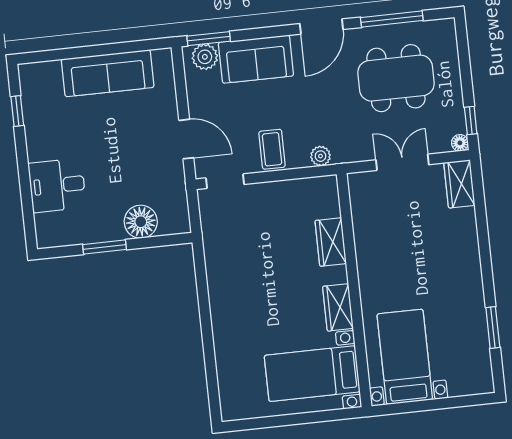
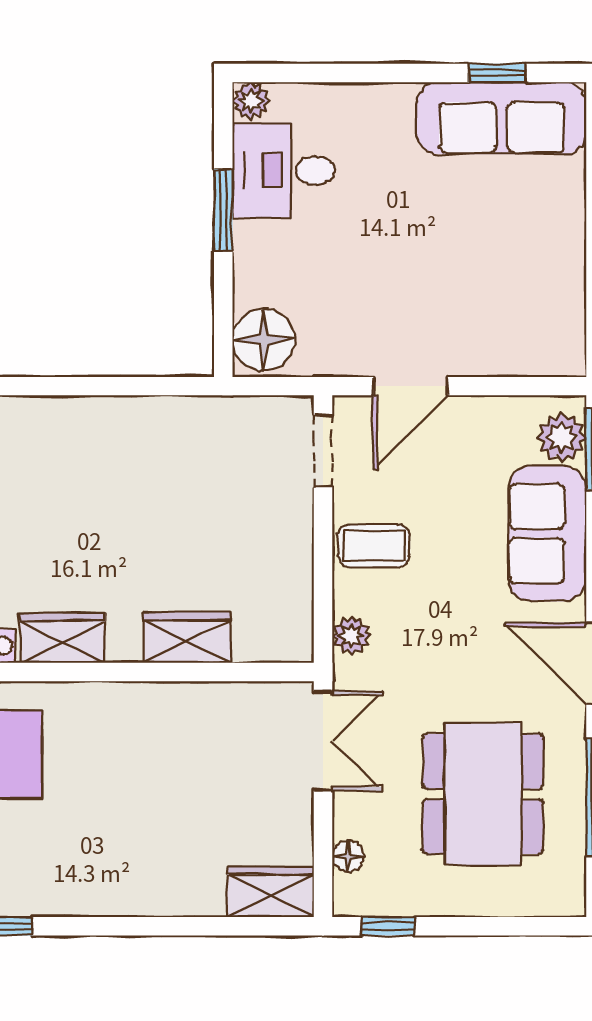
sofa: (108, 73) -> (502, 118), moved, turned -90
floor lamp: (460, 143) -> (348, 856), moved
double door: (402, 162) -> (323, 741), moved
desk: (57, 185) -> (283, 170), moved, turned -90
floor lamp: (141, 222) -> (264, 340), moved
plant: (46, 239) -> (251, 101), added

